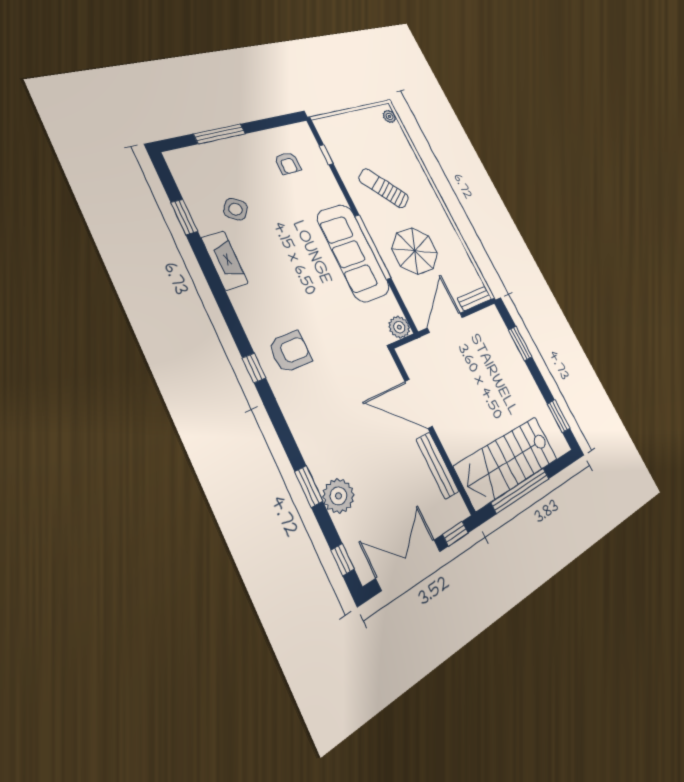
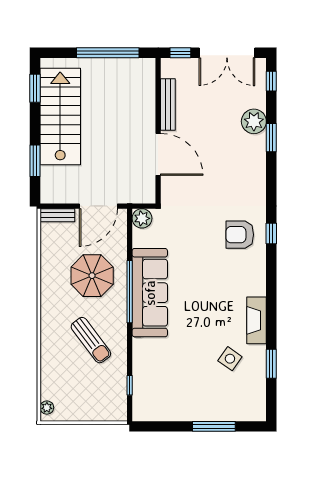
armchair: (288, 163) -> (168, 386), removed
stairs: (507, 462) -> (60, 116), moved, turned -90

